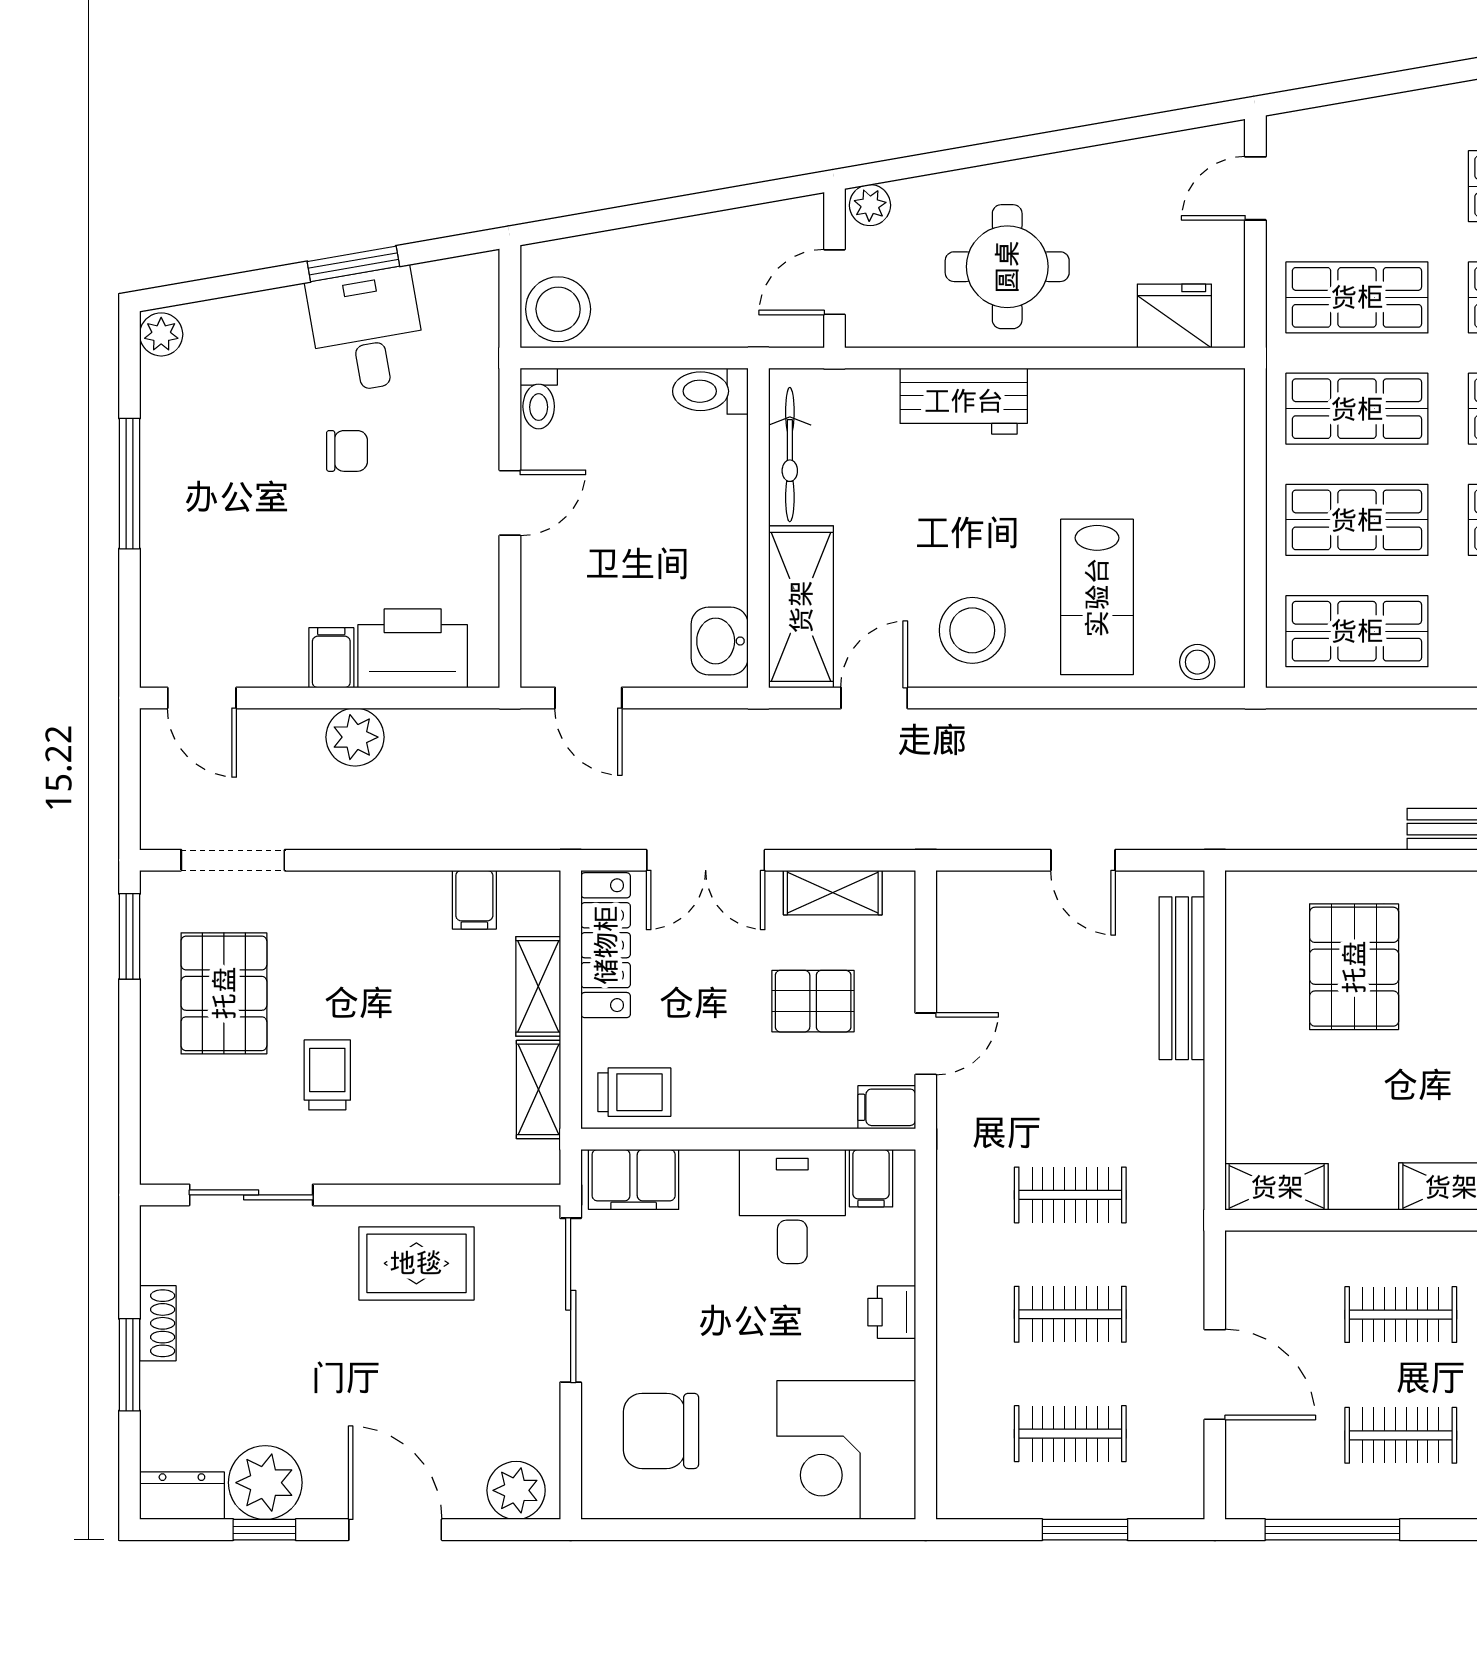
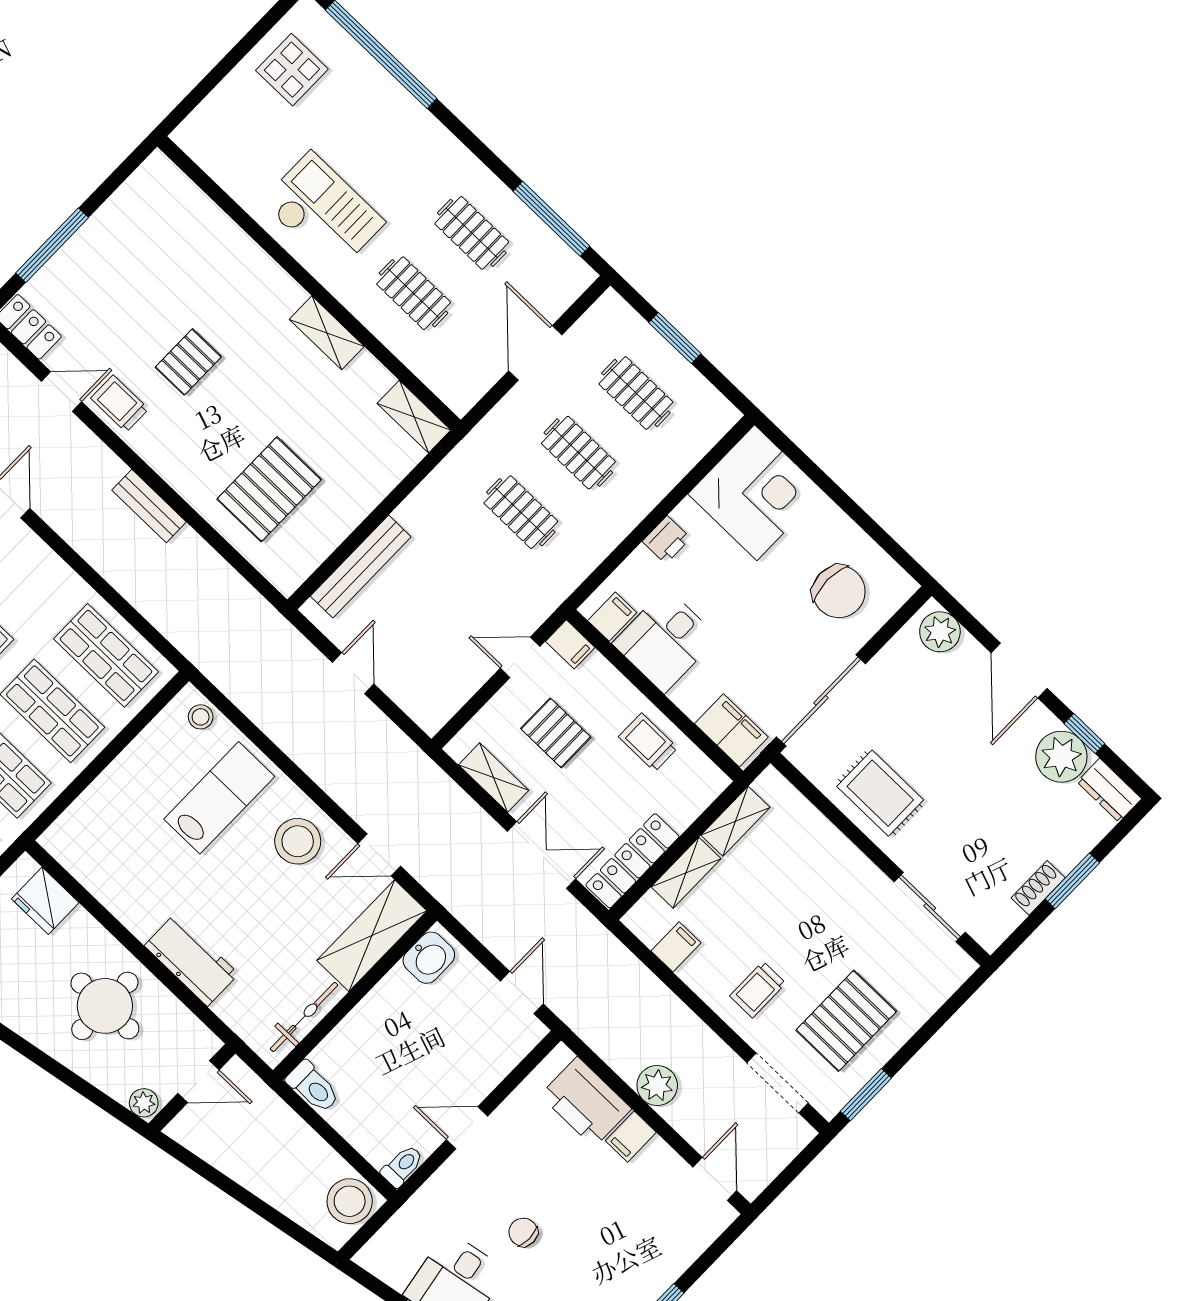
trolley: (327, 1075) -> (758, 990), moved
trolley: (634, 1092) -> (648, 742), moved

